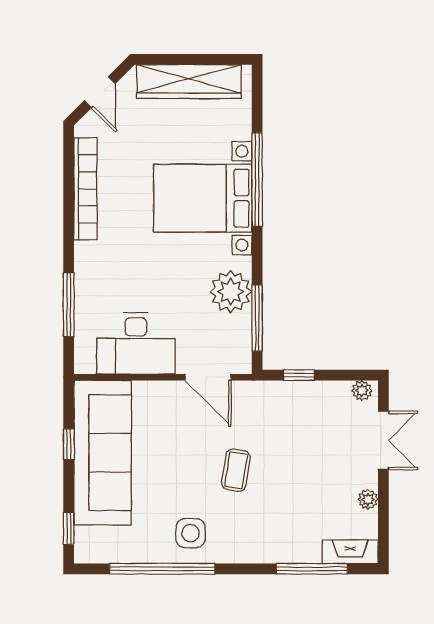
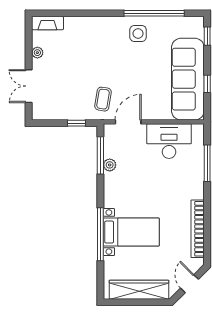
bed with nightstands: (203, 198) -> (131, 232), width x0.73
plant: (231, 292) -> (110, 165), width x0.53, depth x0.53
door: (208, 377) -> (128, 122), hinge flipped
plant: (362, 391) -> (41, 114), removed
coffee table: (236, 470) -> (103, 99), moved
window: (312, 569) -> (69, 13), removed

